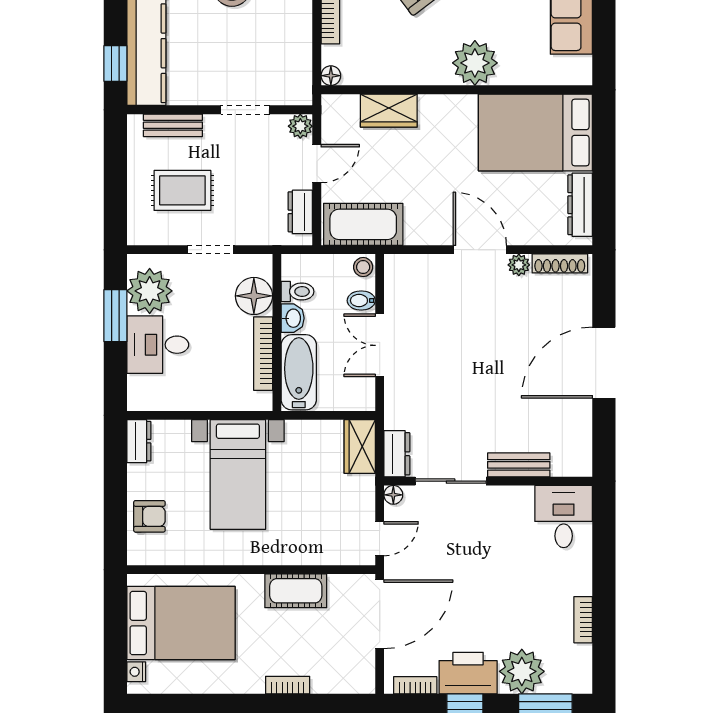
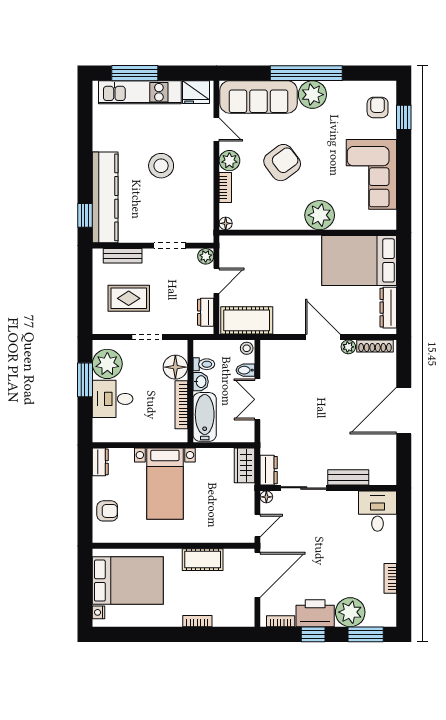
wardrobe: (389, 111) -> (263, 246), removed

